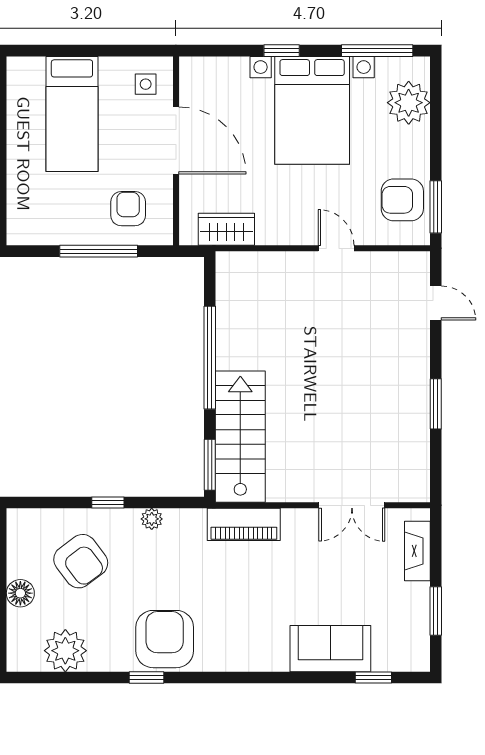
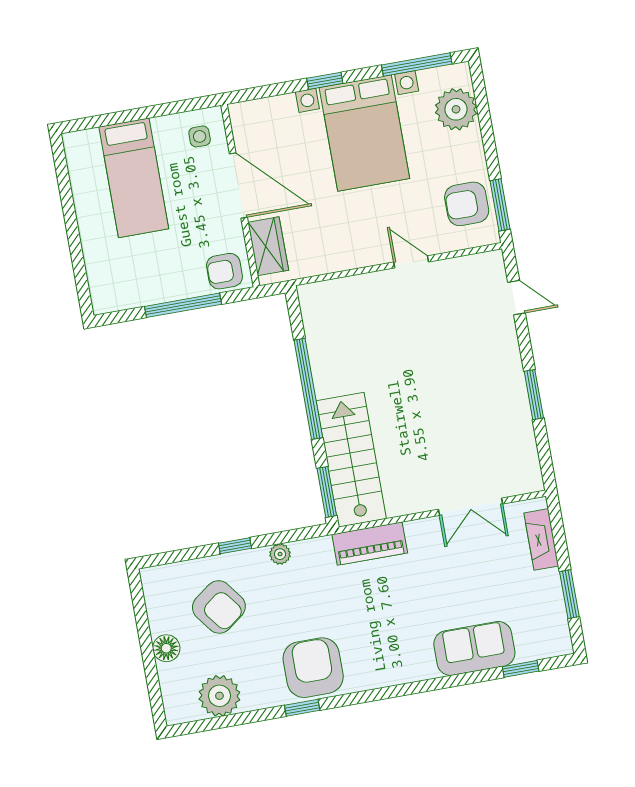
armchair: (128, 209) -> (224, 271), moved, turned -90
wardrobe: (226, 229) -> (268, 246), moved, turned 90

